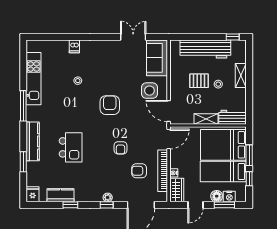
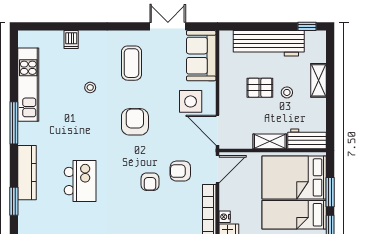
dishwasher: (74, 46) -> (71, 39), moved
coffee table: (107, 63) -> (131, 63), added
armchair: (139, 171) -> (180, 171), moved

